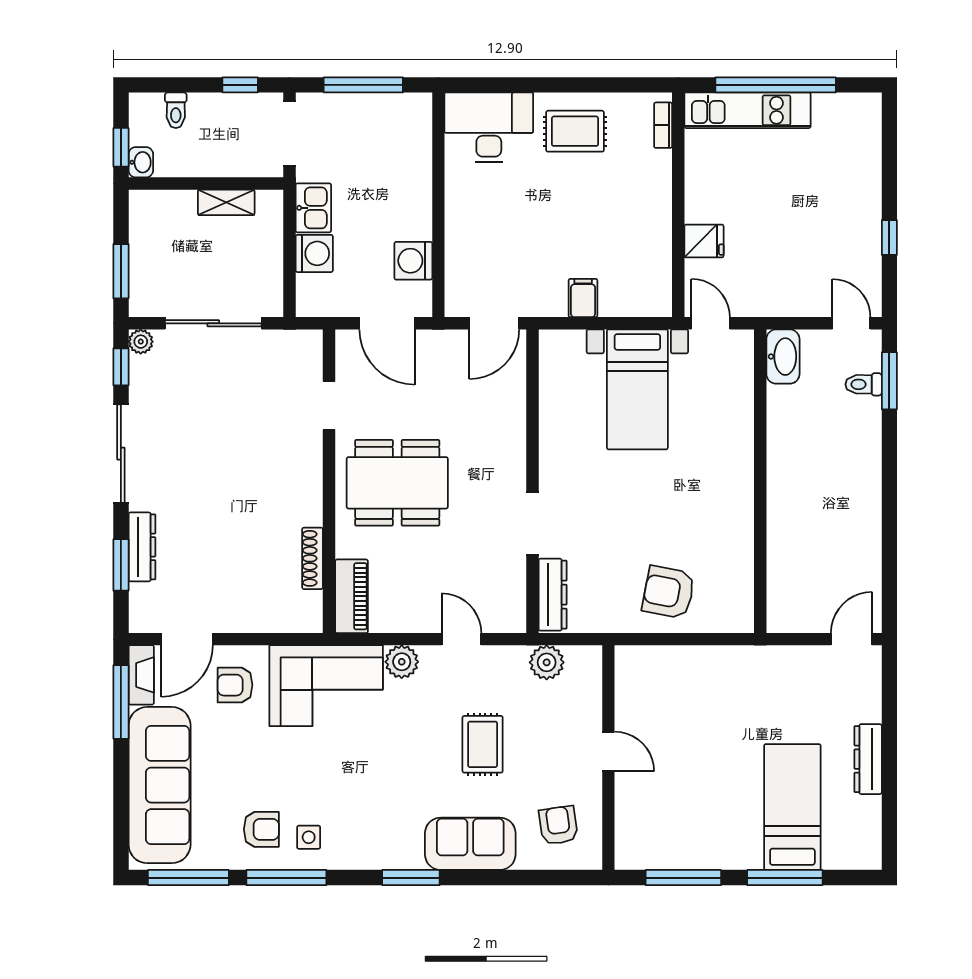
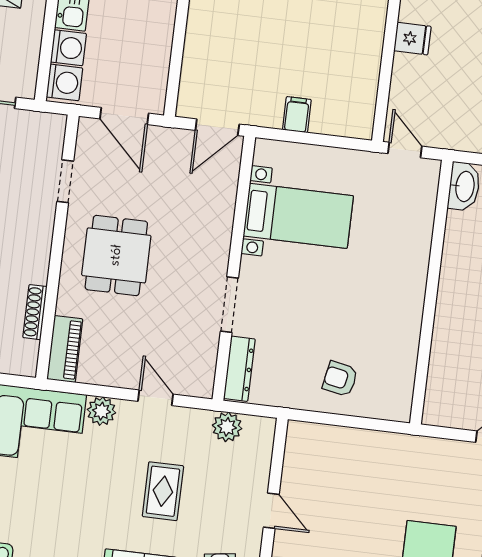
fridge: (704, 241) -> (412, 39), moved
washing machine: (413, 261) -> (64, 82), moved, turned 180
bed with nightstands: (637, 389) -> (298, 216), moved, turned -90
dining table: (397, 483) -> (116, 255), width x0.73
armchair: (669, 592) -> (340, 379), width x0.72, depth x0.72

